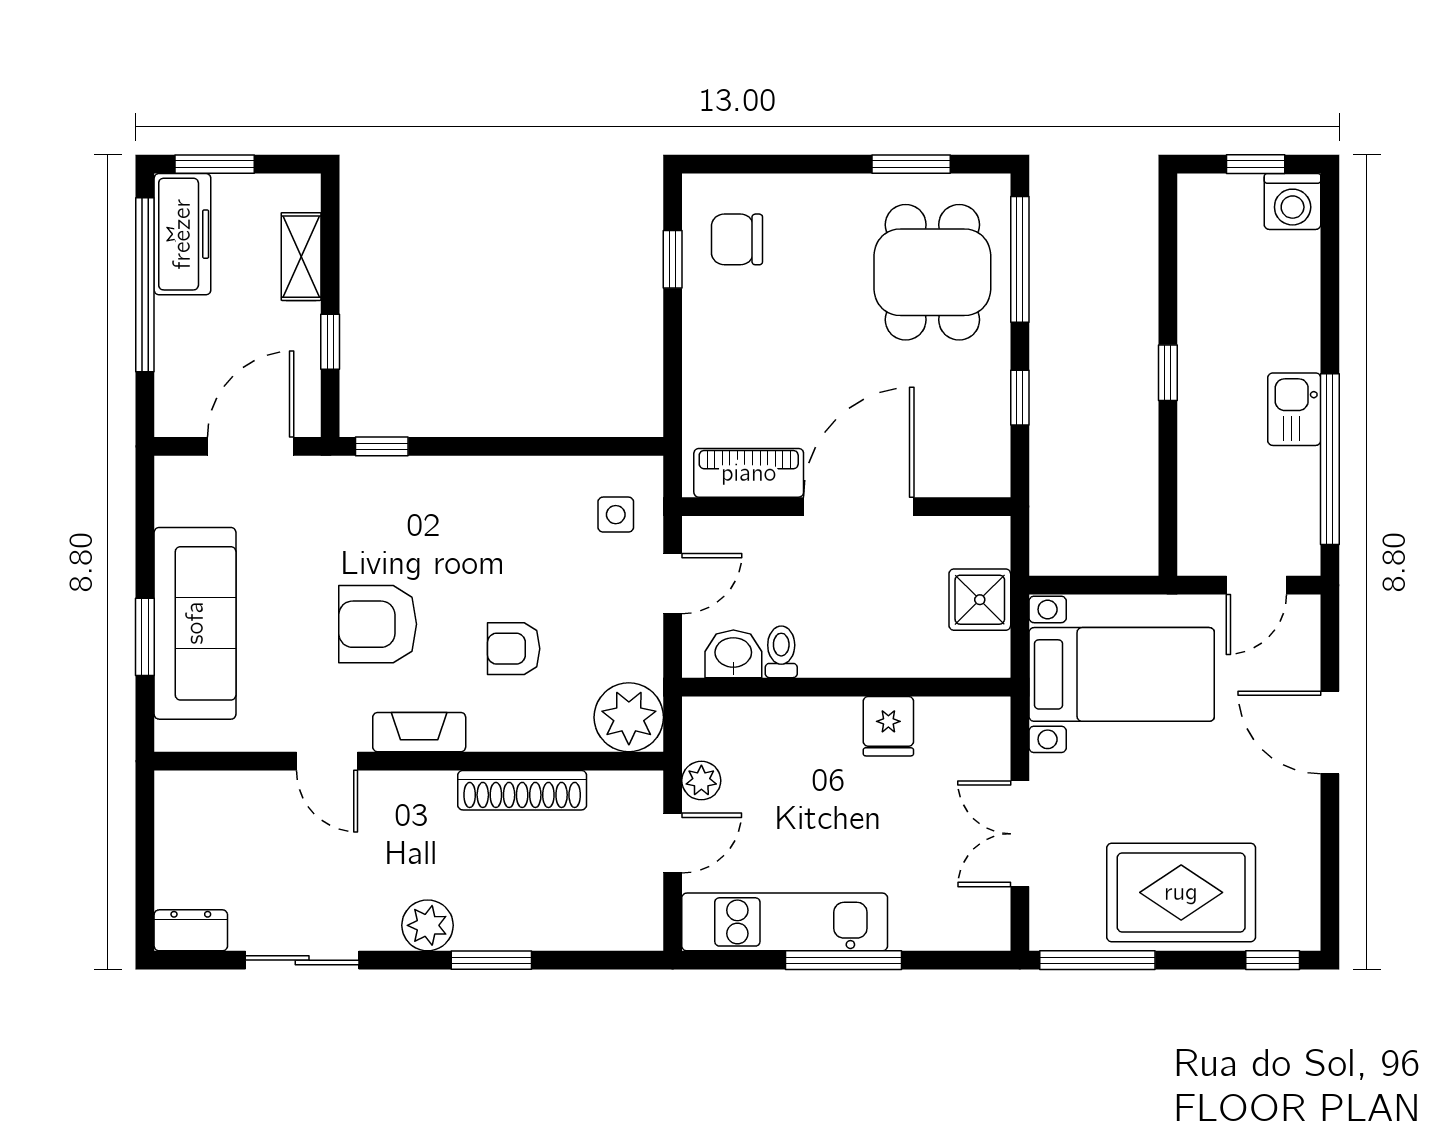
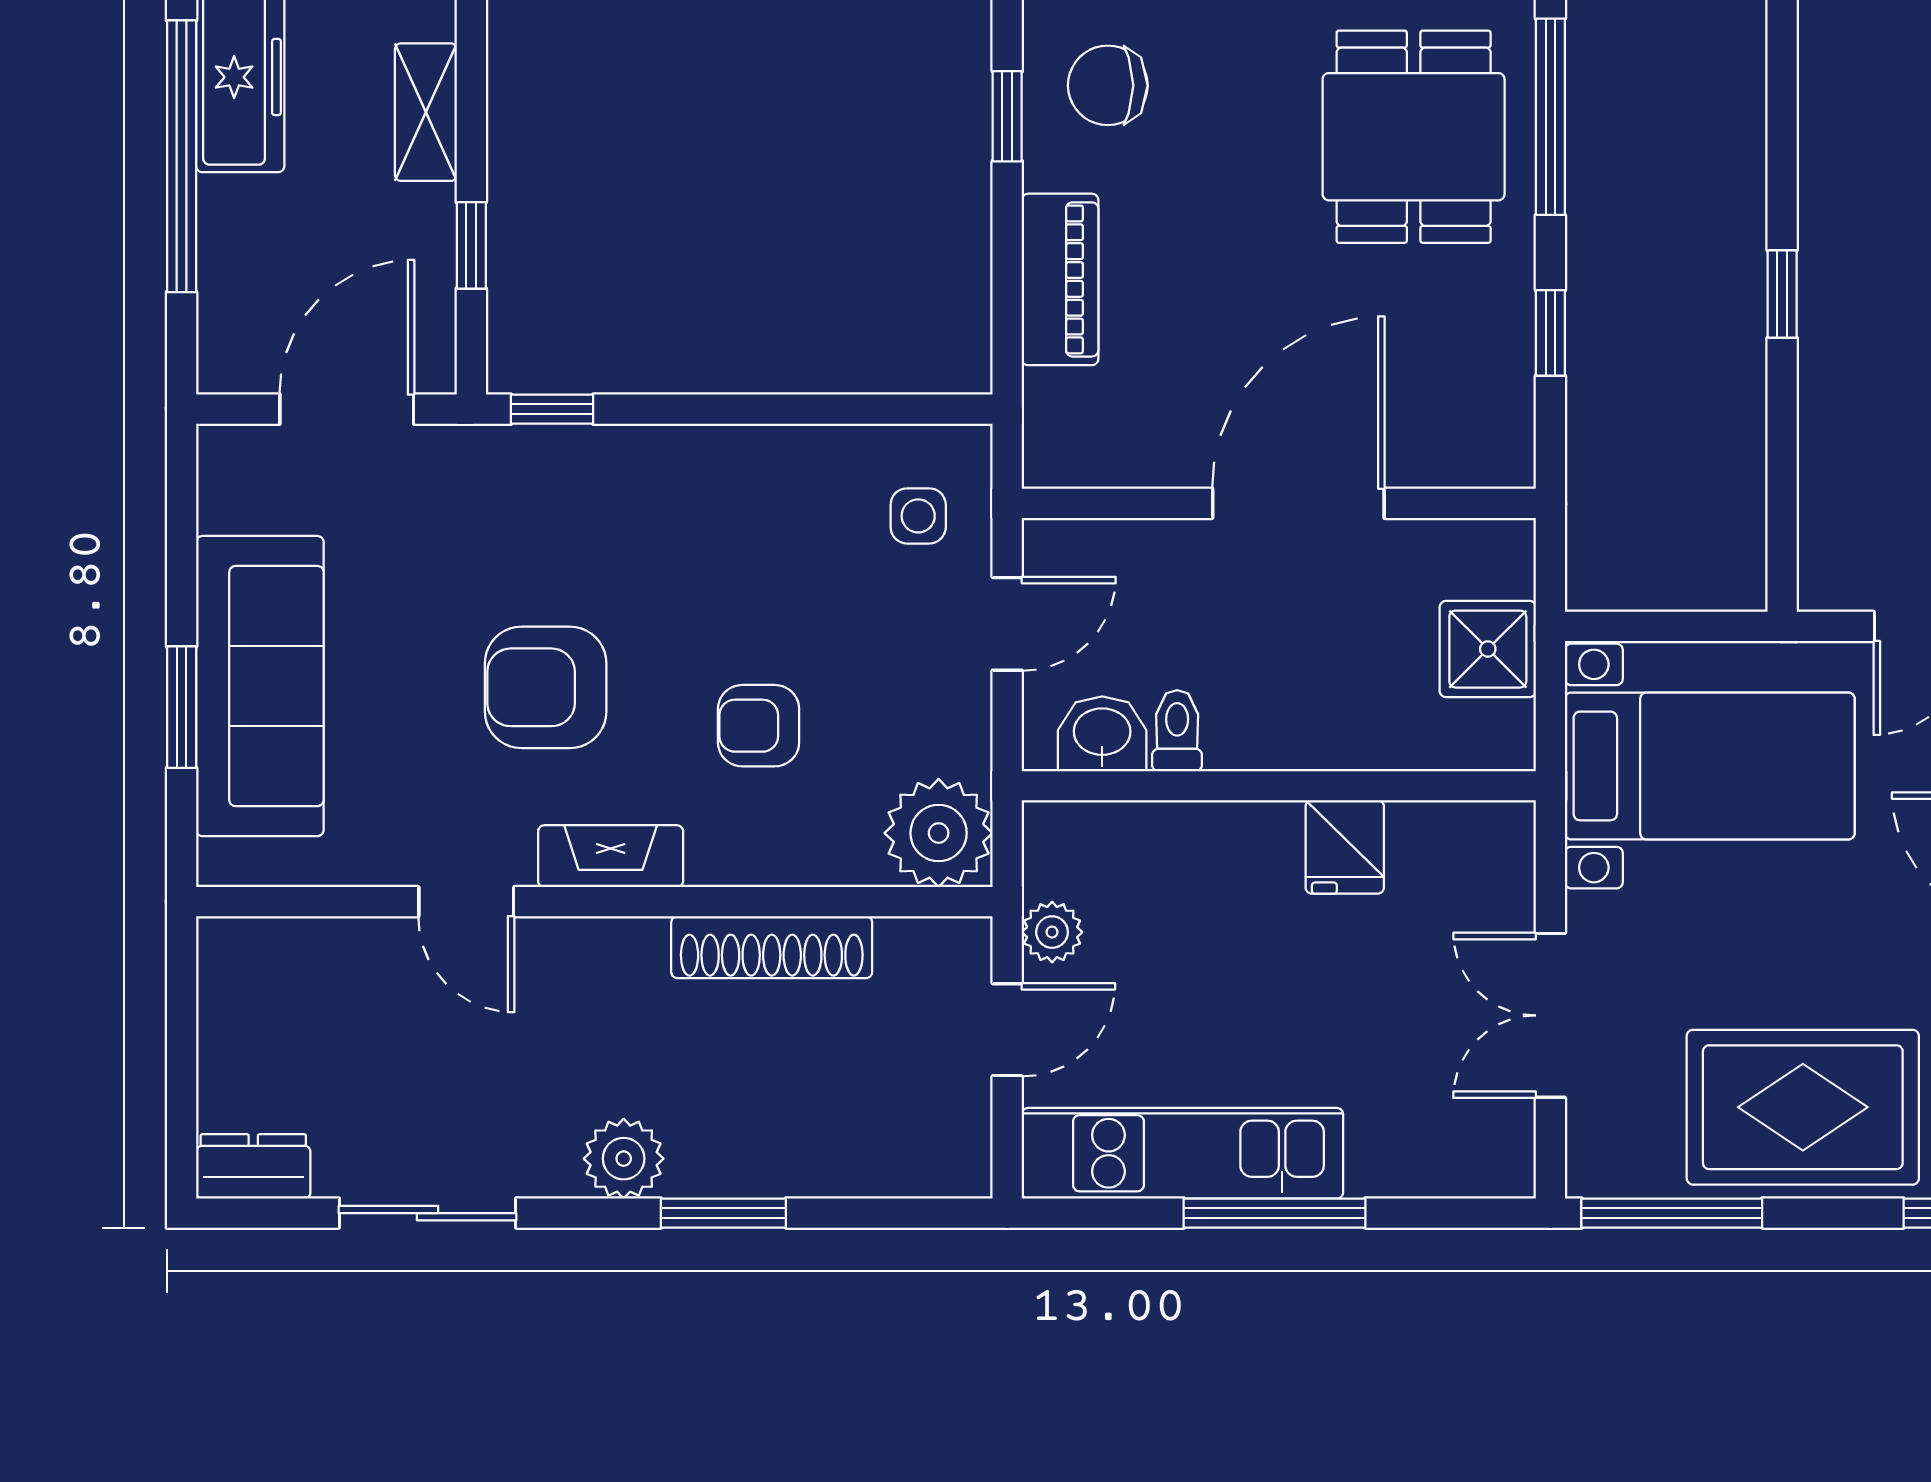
piano: (749, 473) -> (1060, 279), moved, turned 90

